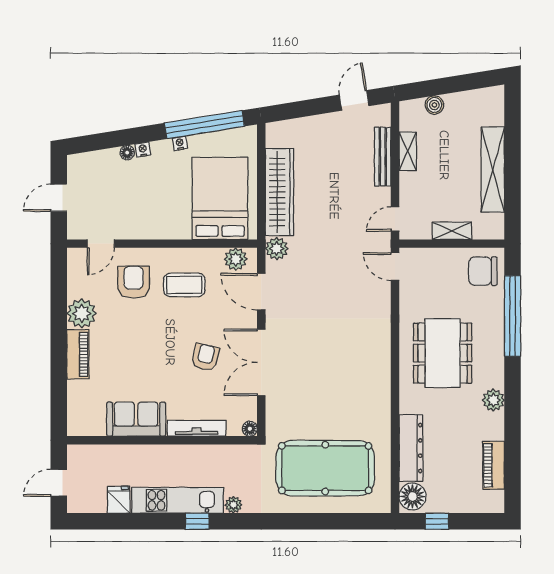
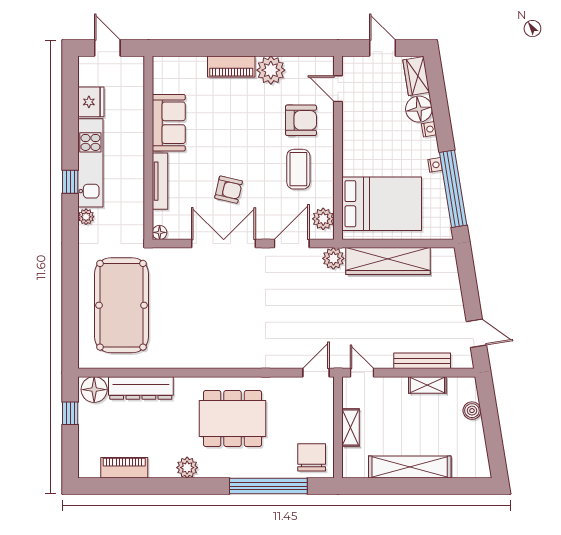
floor lamp: (127, 153) -> (419, 109), width x1.89, depth x1.89
wardrobe: (88, 163) -> (416, 76), added
fridge: (119, 500) -> (91, 102), width x1.38

